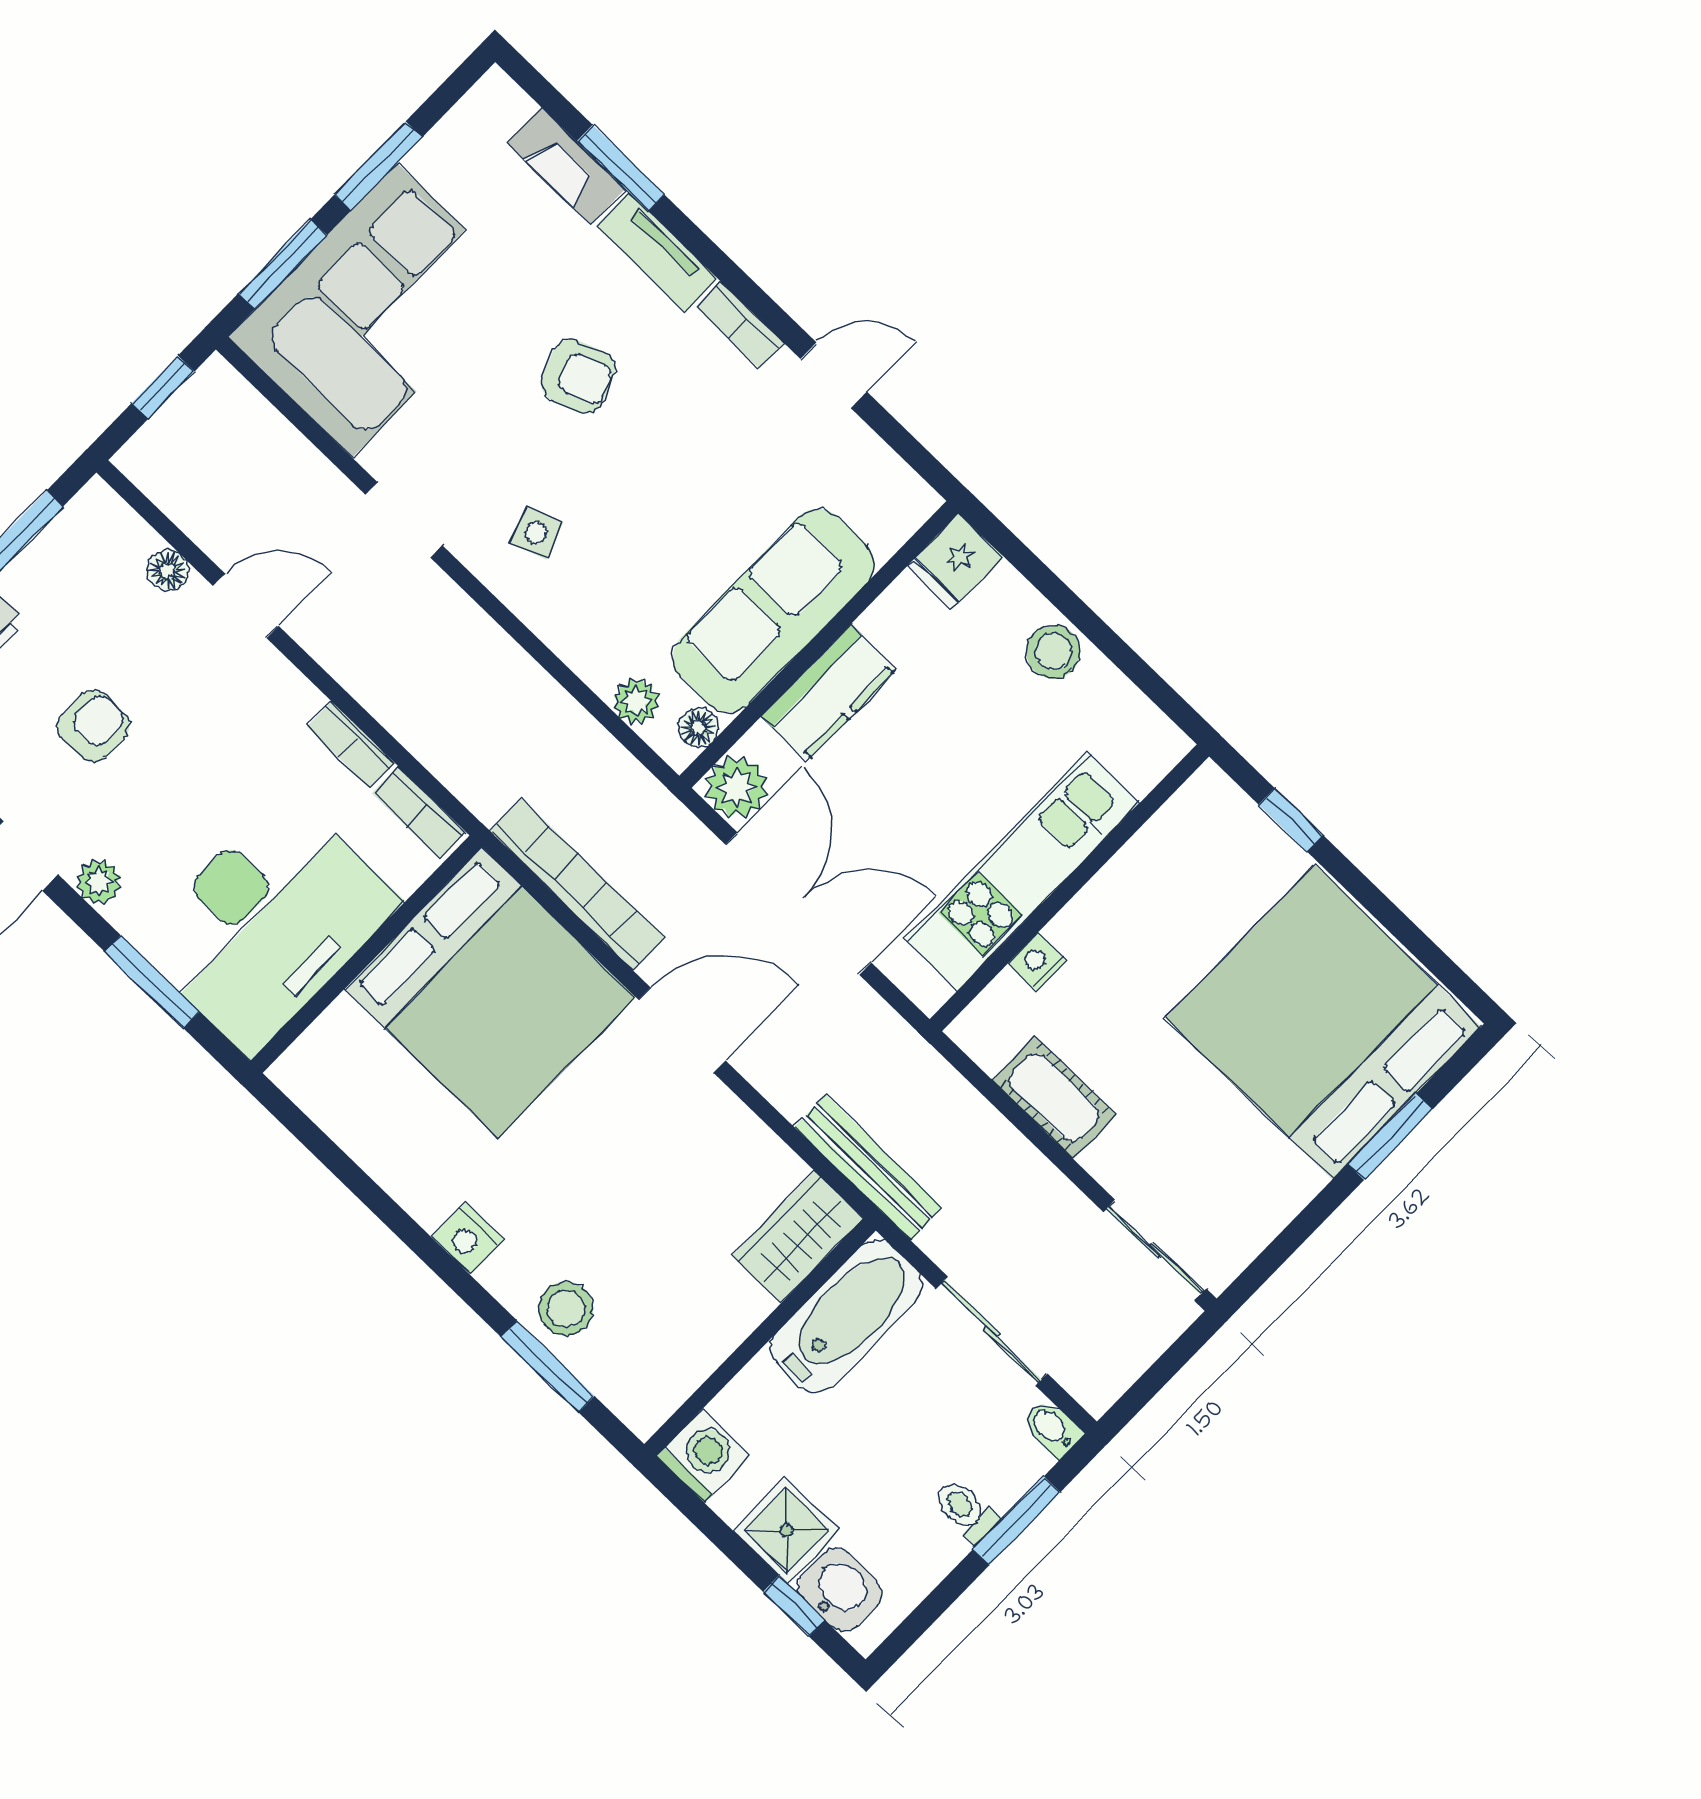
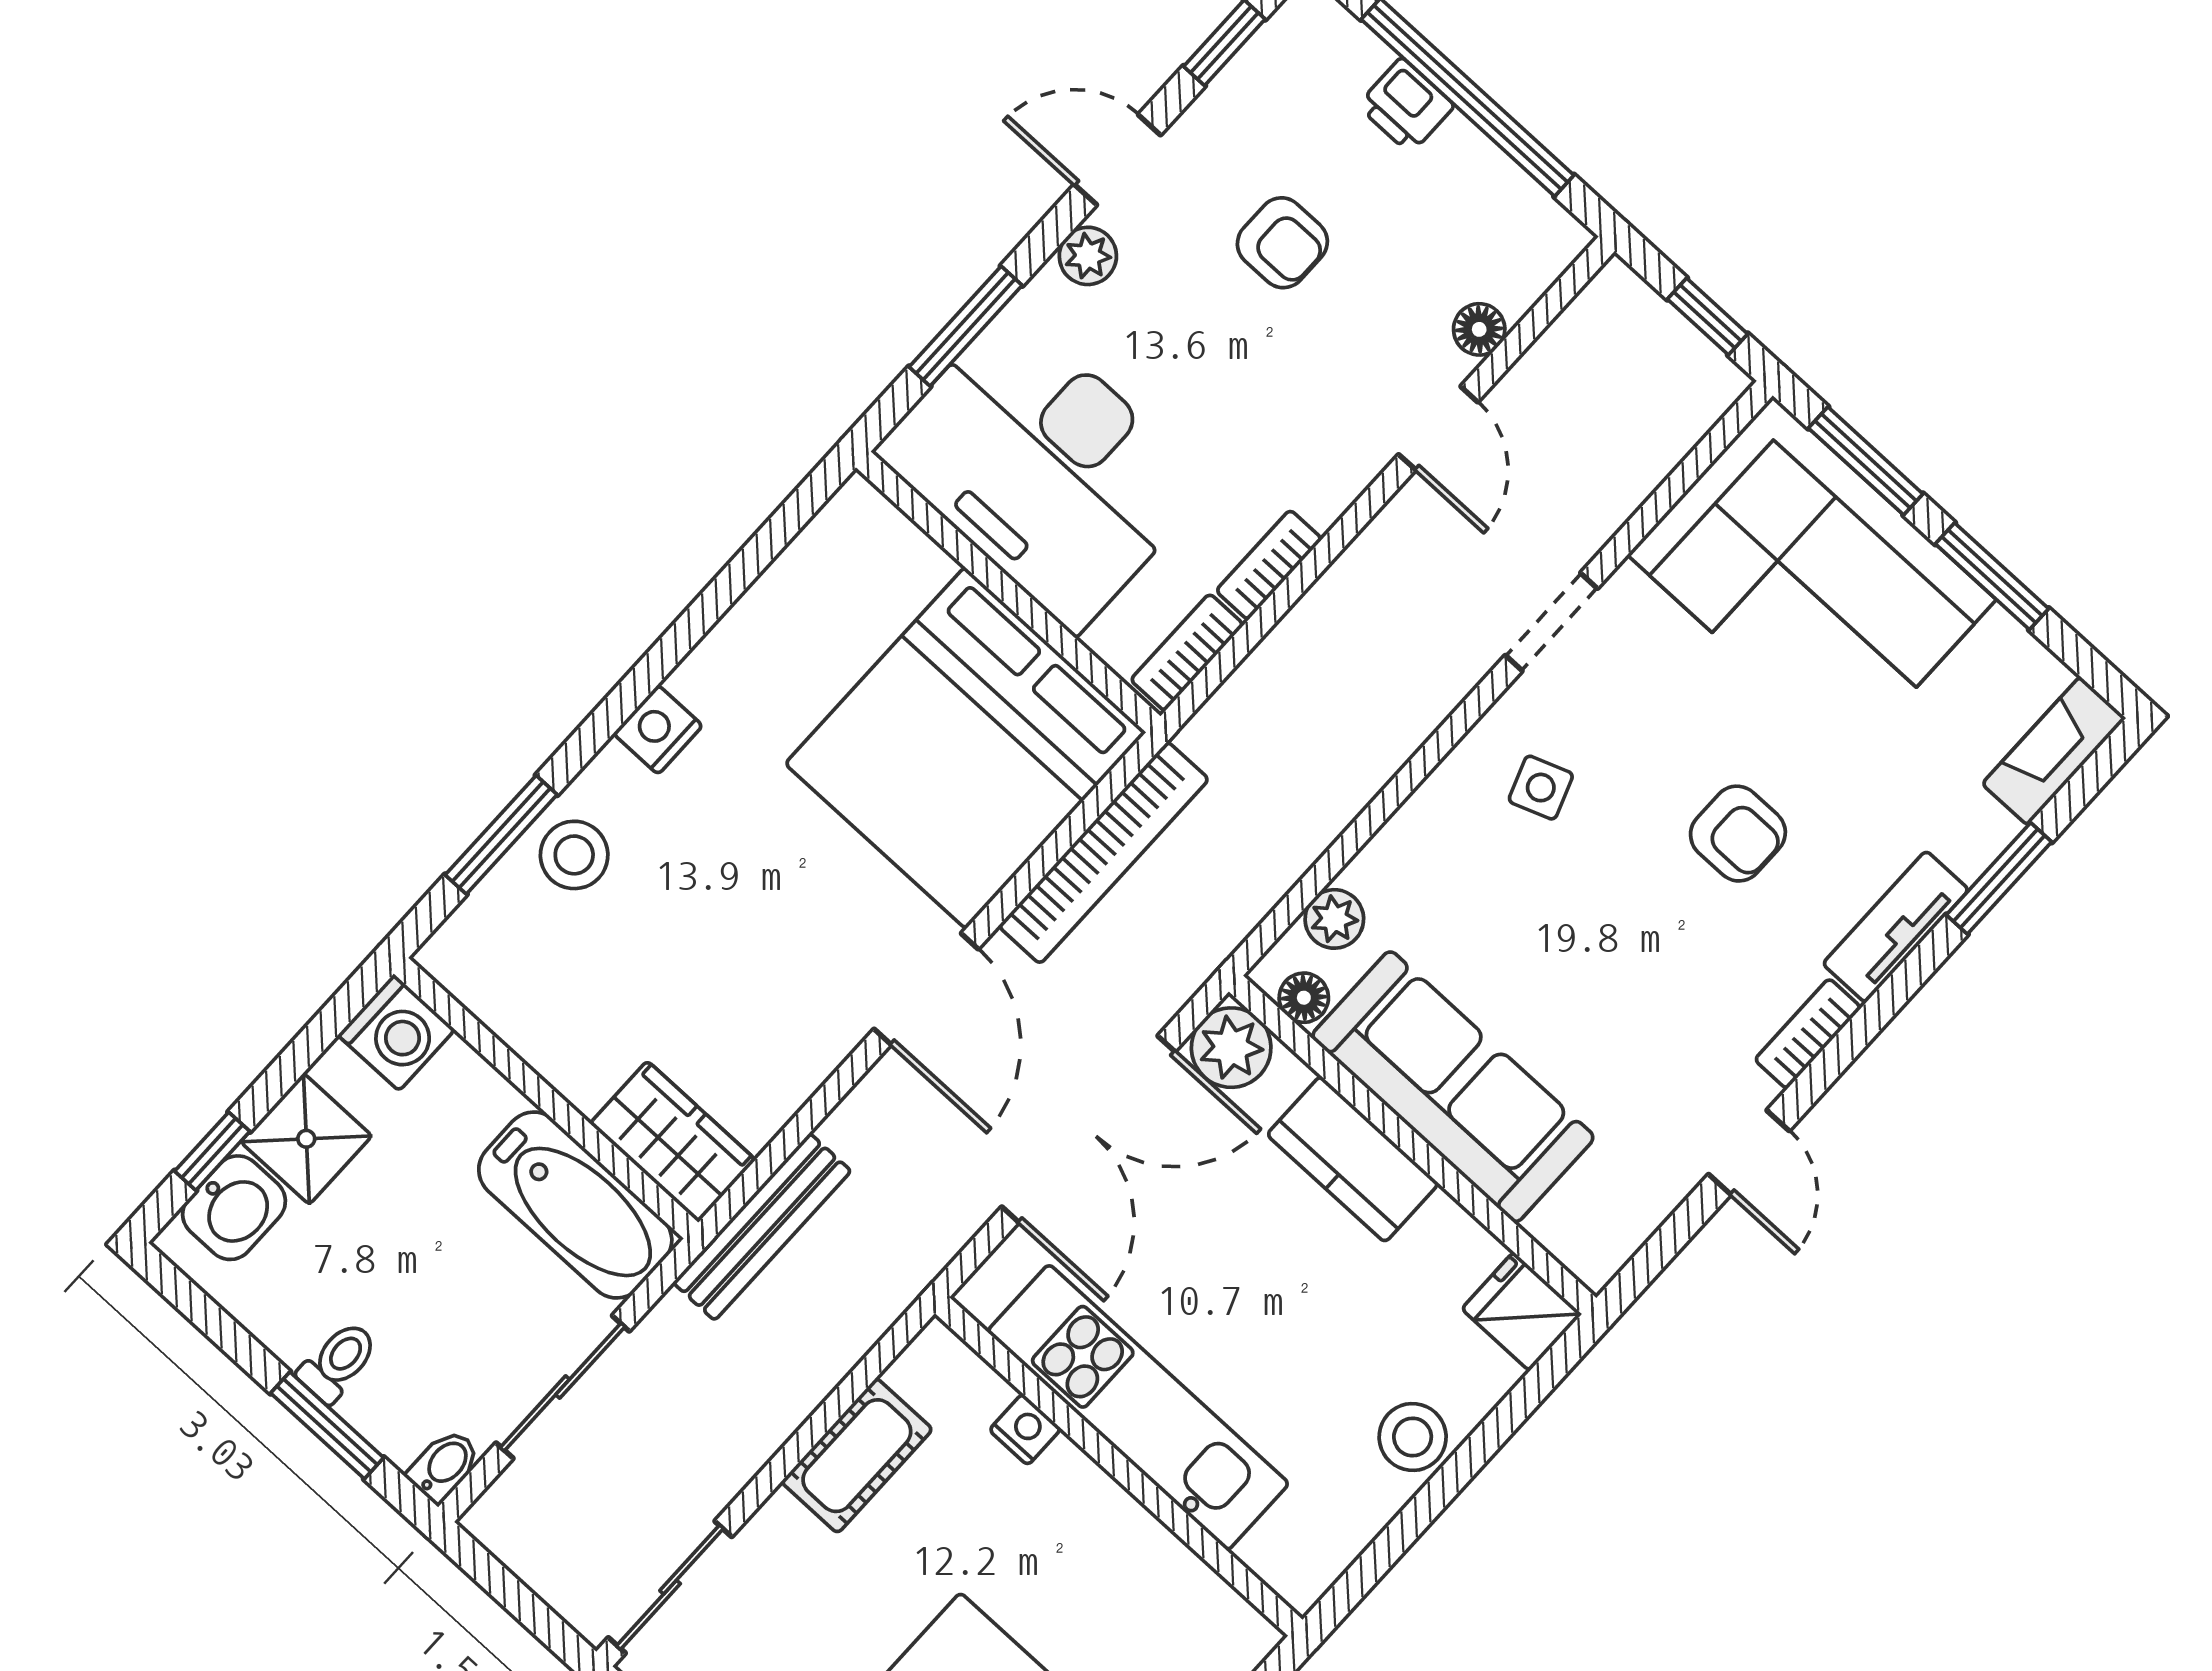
fireplace: (566, 166) -> (2054, 751), moved
armchair: (578, 376) -> (1738, 834), turned -69

